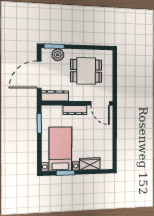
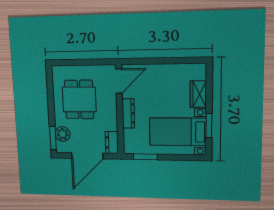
door: (39, 75) -> (87, 156), hinge flipped
dresser: (55, 96) -> (112, 143), width x0.70

